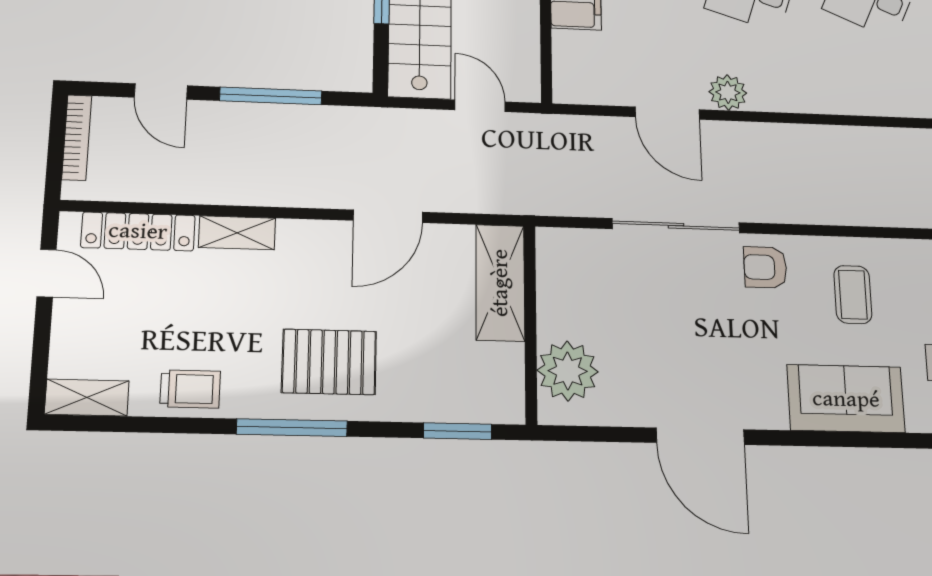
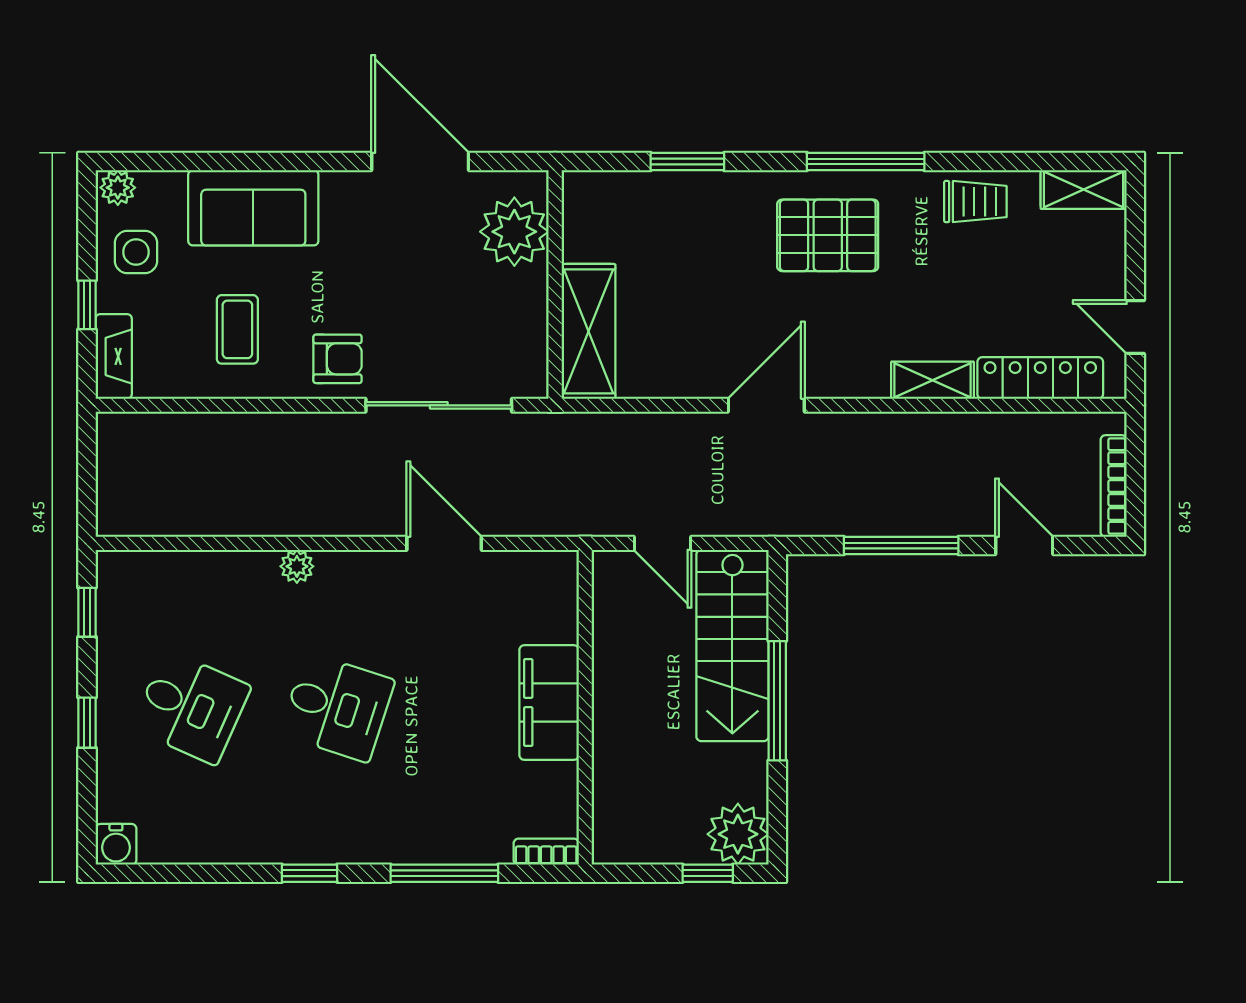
plant: (728, 92) -> (297, 566), moved, width x0.73, depth x0.73
shelving: (500, 283) -> (588, 331), moved
wall: (530, 324) -> (555, 284), moved
plant: (568, 371) -> (514, 232), moved
trolley: (190, 389) -> (975, 202), turned 180

